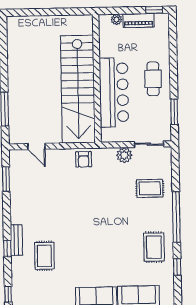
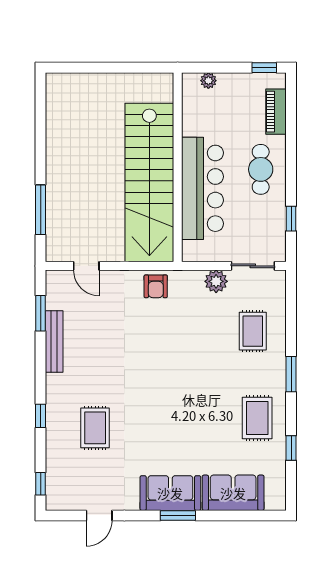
piano: (138, 21) -> (276, 112), moved, turned 90
window: (174, 112) -> (291, 219), width x0.67
rug: (150, 188) -> (253, 331), turned 90
window: (176, 217) -> (291, 374), width x0.47
bench: (16, 240) -> (54, 341), moved, width x1.36

